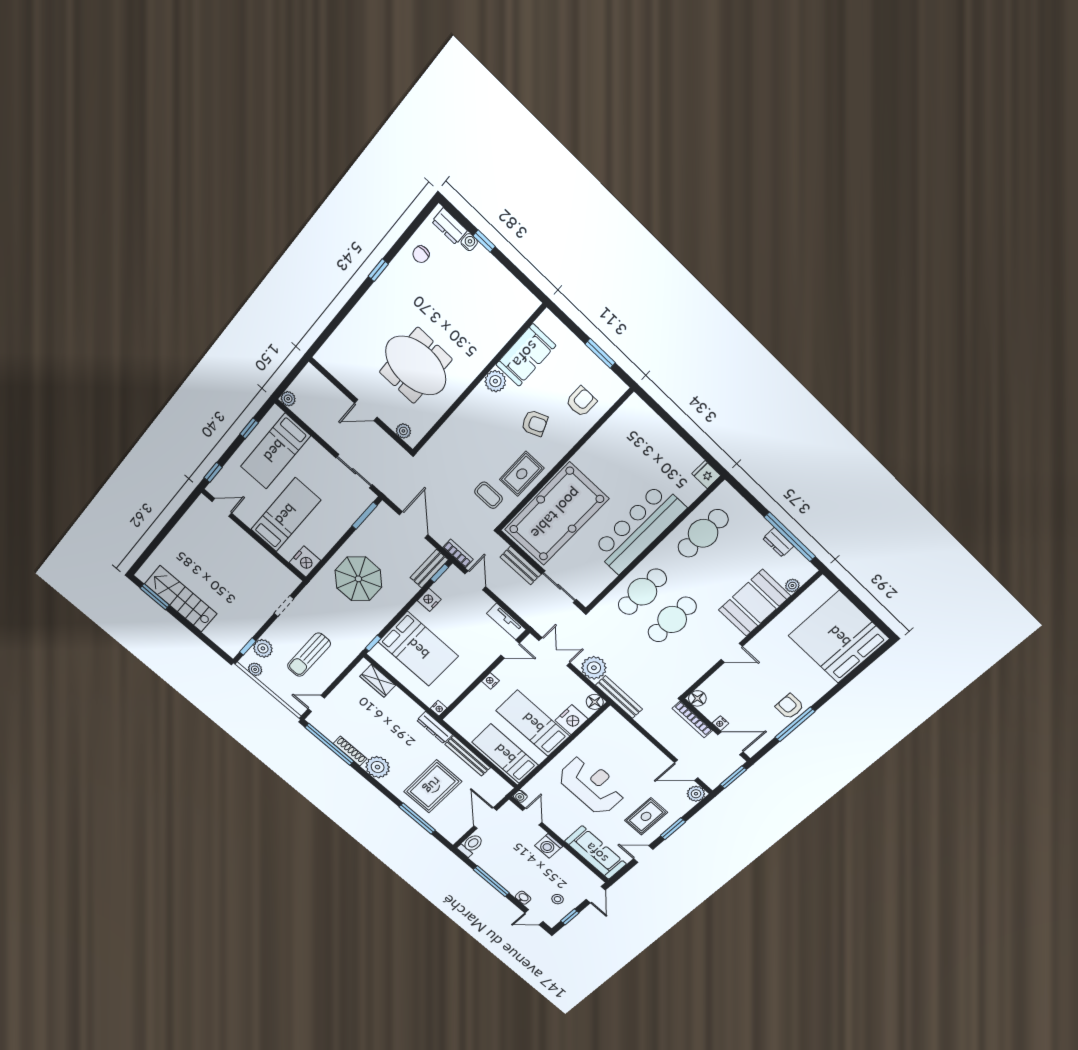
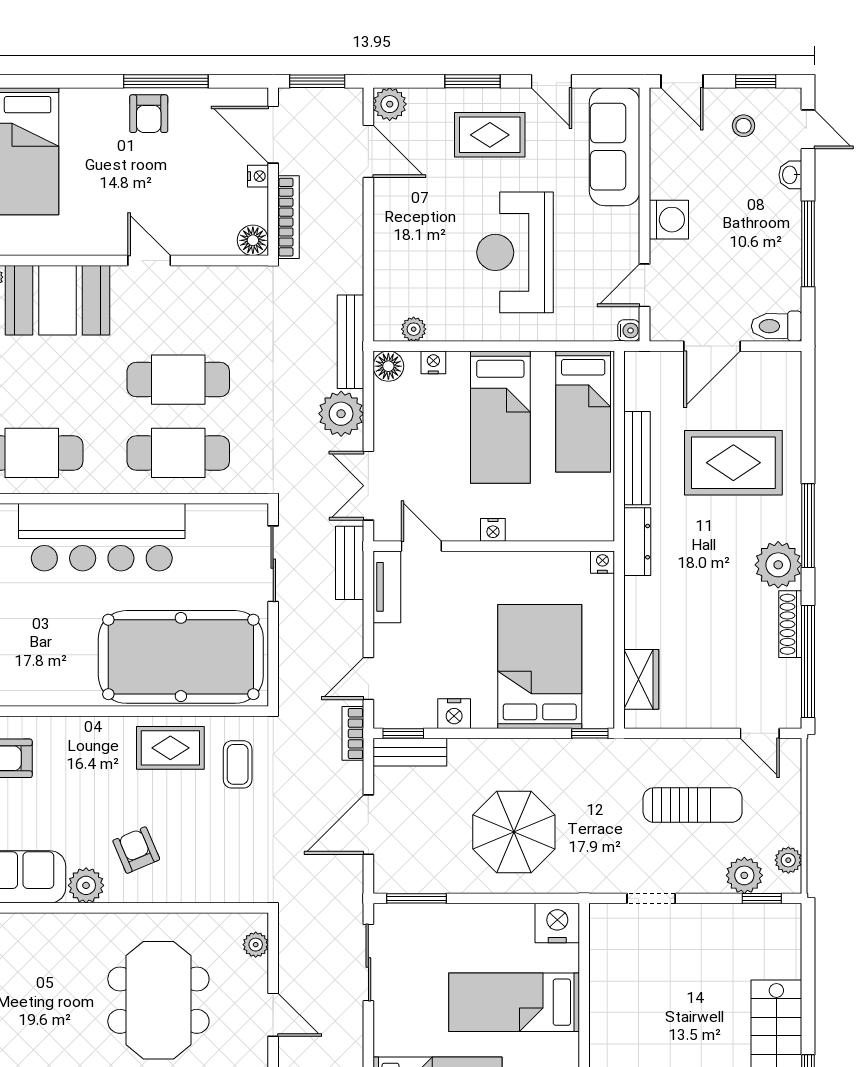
armchair: (535, 423) -> (136, 850), moved
bench: (521, 566) -> (350, 563), moved
nightstand: (572, 720) -> (433, 362), width x0.53, depth x0.56
plant: (600, 724) -> (414, 329), added
window: (417, 819) -> (808, 526), moved
door: (596, 895) -> (682, 81), swing flipped

